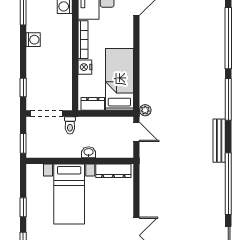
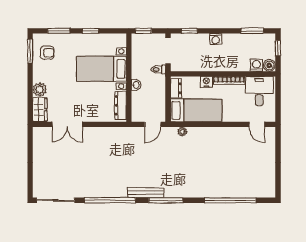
washing machine: (33, 40) -> (216, 39), moved
window: (228, 99) -> (166, 200), moved
plant: (145, 110) -> (182, 132), moved

